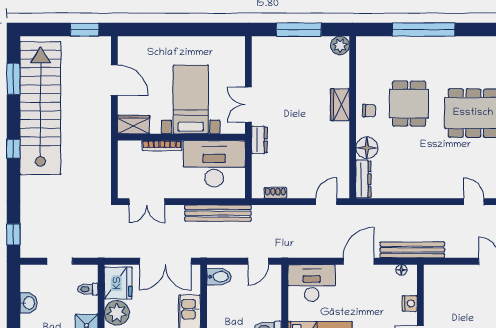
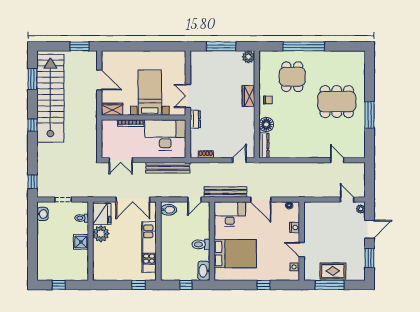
dining table: (409, 104) -> (292, 77), moved
bench: (412, 250) -> (225, 192), moved
door: (359, 261) -> (261, 200), swing flipped
washbasin: (29, 303) -> (42, 214), moved

